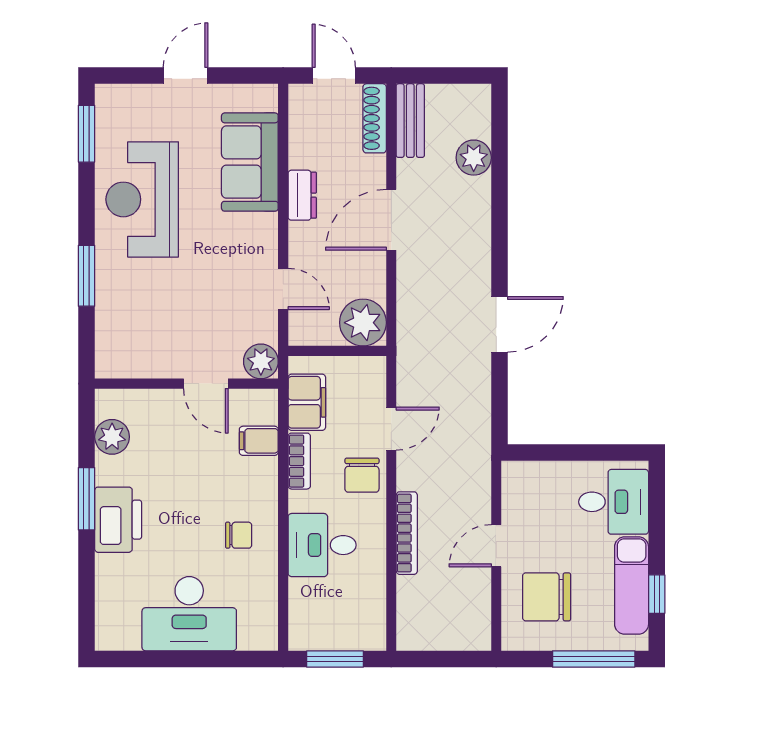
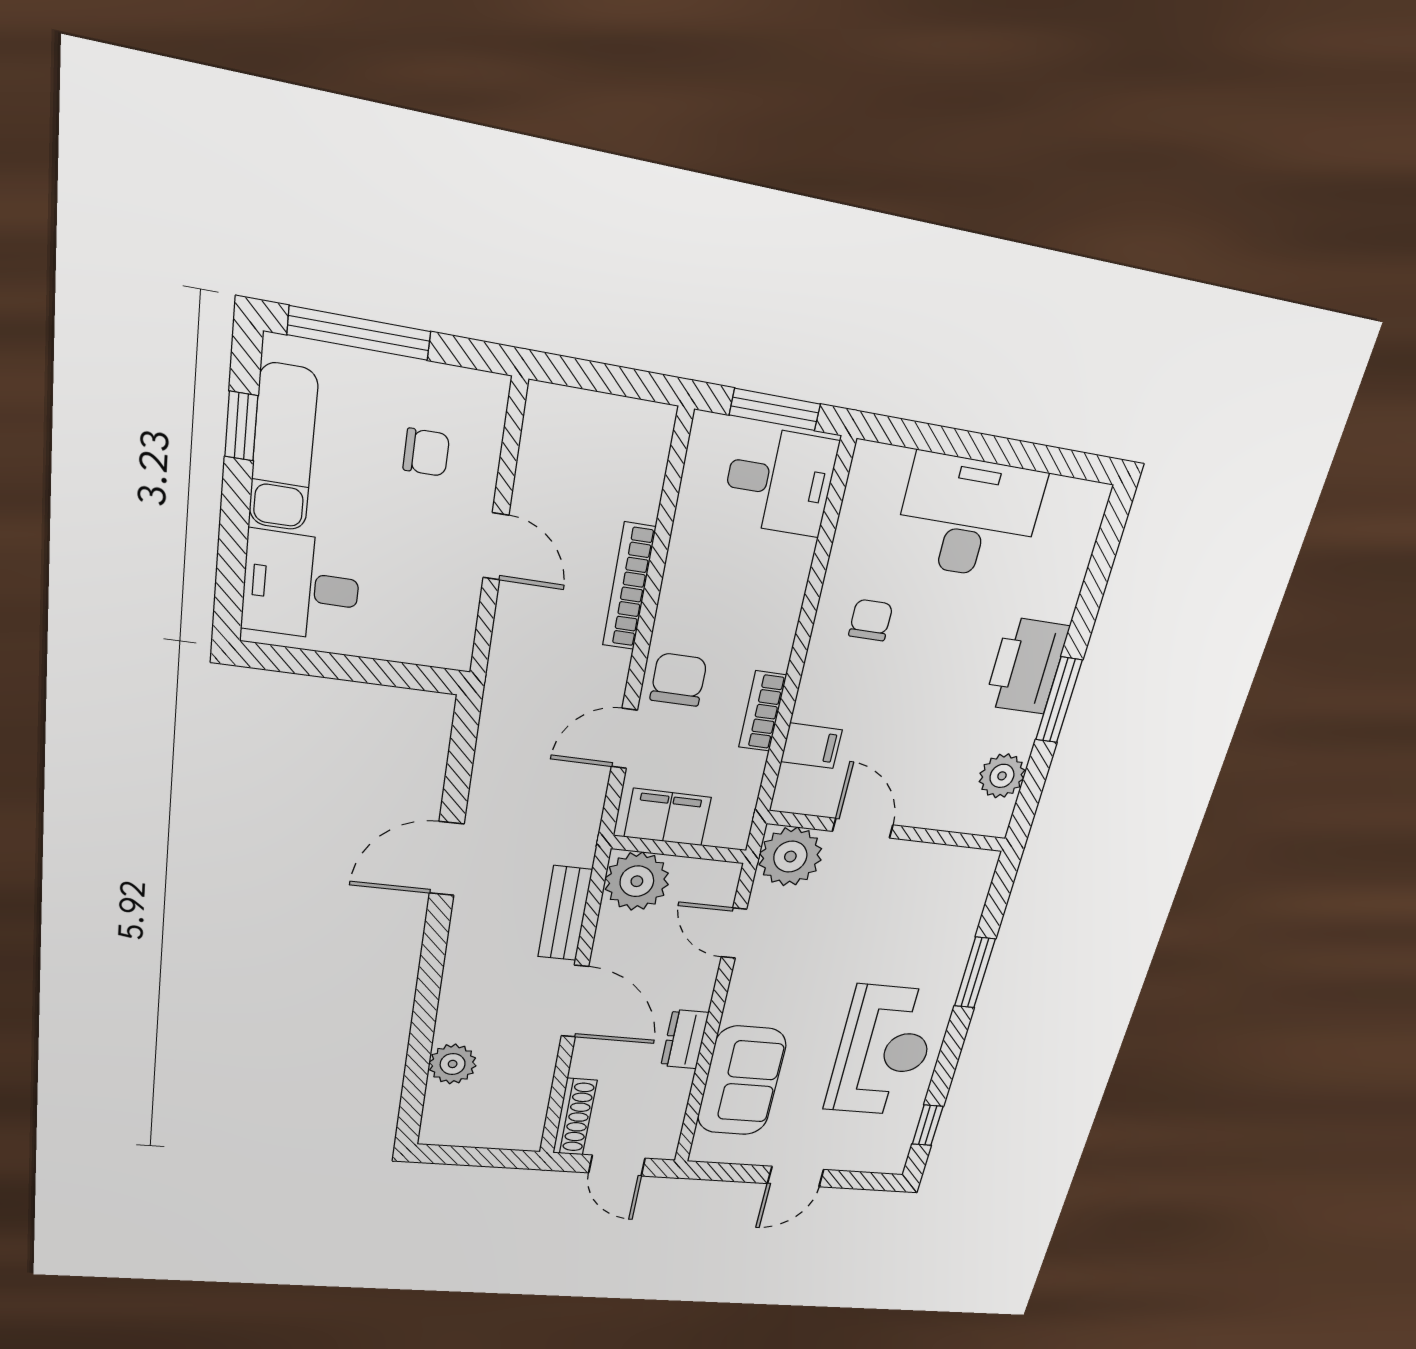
bench: (410, 121) -> (565, 913), moved
window: (86, 134) -> (928, 1125), width x0.67
door: (391, 220) -> (575, 1001), hinge flipped
plant: (261, 361) -> (790, 857), width x1.36, depth x1.36
filing cabinet: (307, 402) -> (668, 817), moved, turned 90
chair: (239, 535) -> (871, 620), turned 90
desk: (322, 545) -> (780, 481), moved
door: (496, 546) -> (496, 547), hinge flipped
chair: (547, 597) -> (426, 452), width x0.54, depth x0.54

